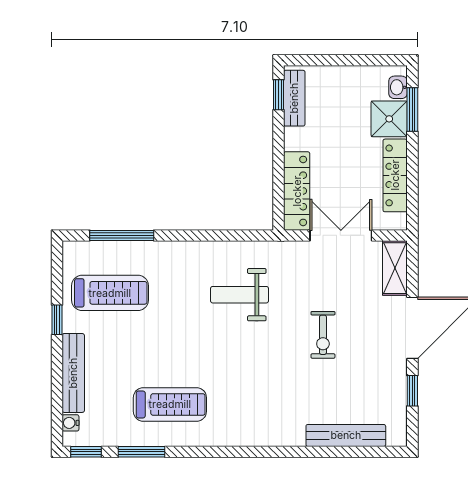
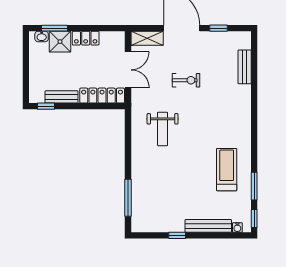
bench: (294, 98) -> (62, 97), moved
locker: (395, 175) -> (86, 38), width x0.66
double door: (341, 235) -> (128, 70), swing flipped
treadmill: (110, 293) -> (161, 204), removed
bench: (346, 435) -> (245, 67), width x0.73

